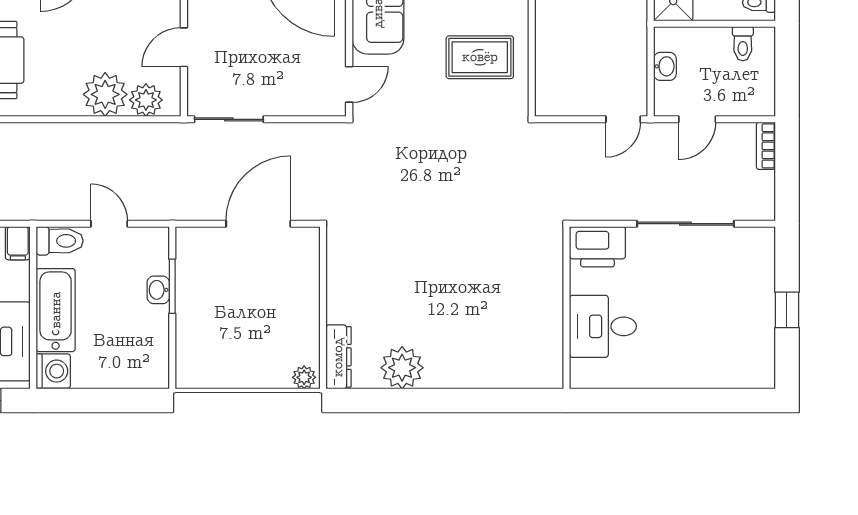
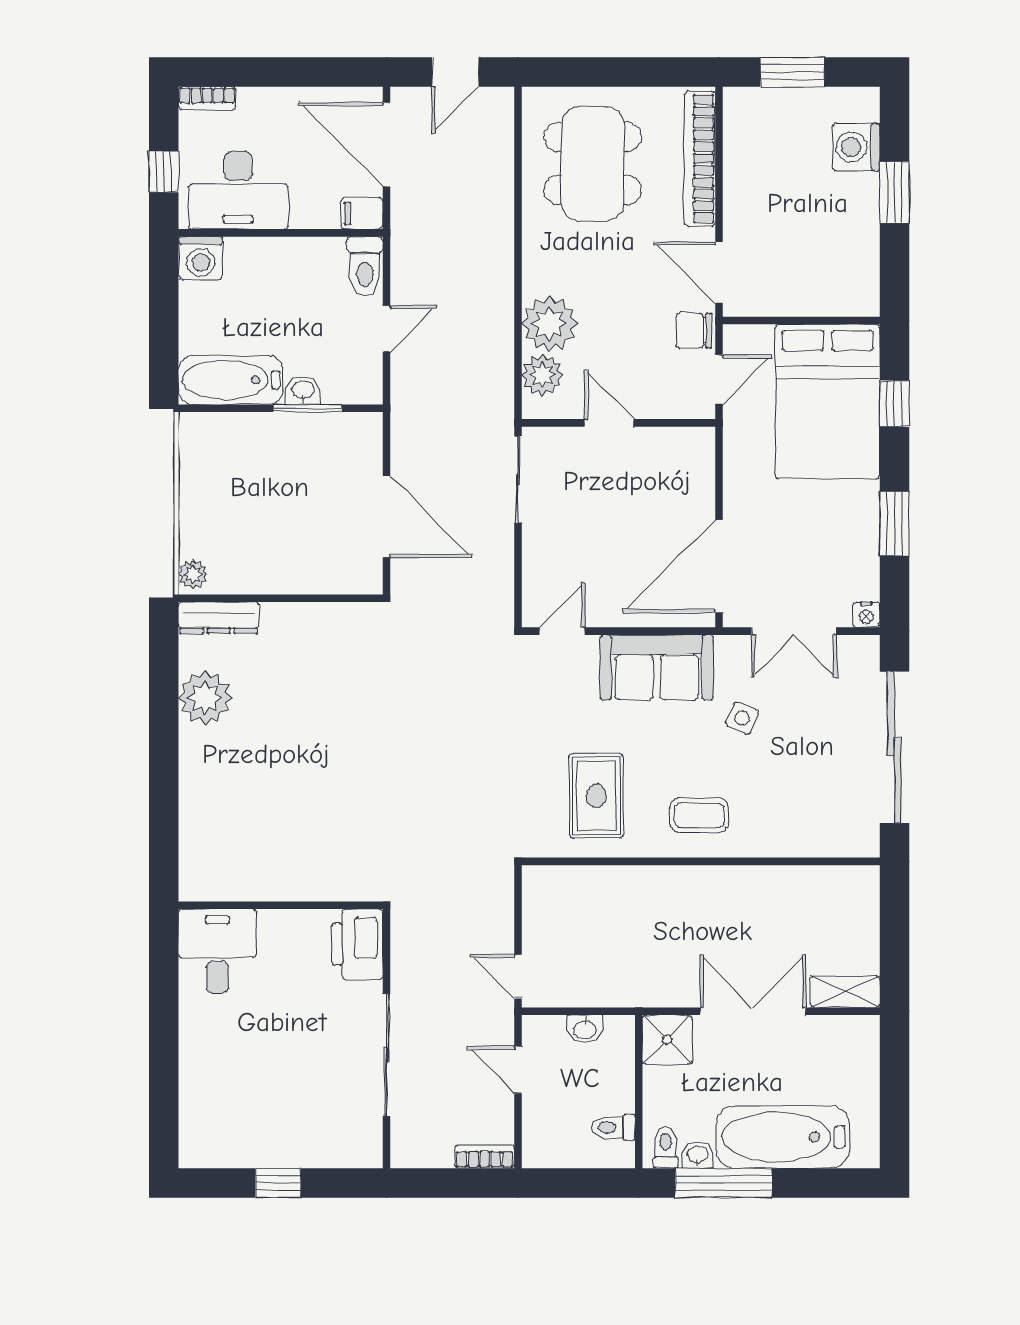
door: (349, 84) -> (562, 631), swing flipped
bathtub: (56, 310) -> (231, 380), moved, turned 180
desk: (603, 326) -> (217, 951), moved

